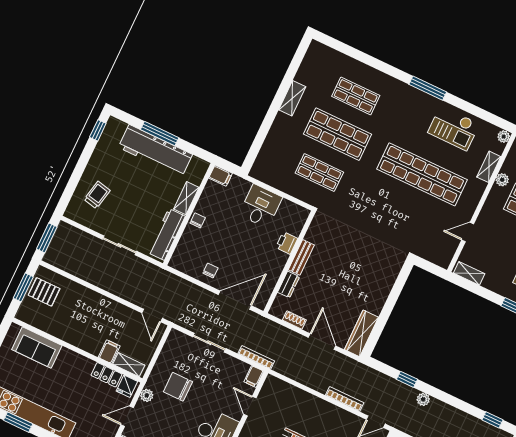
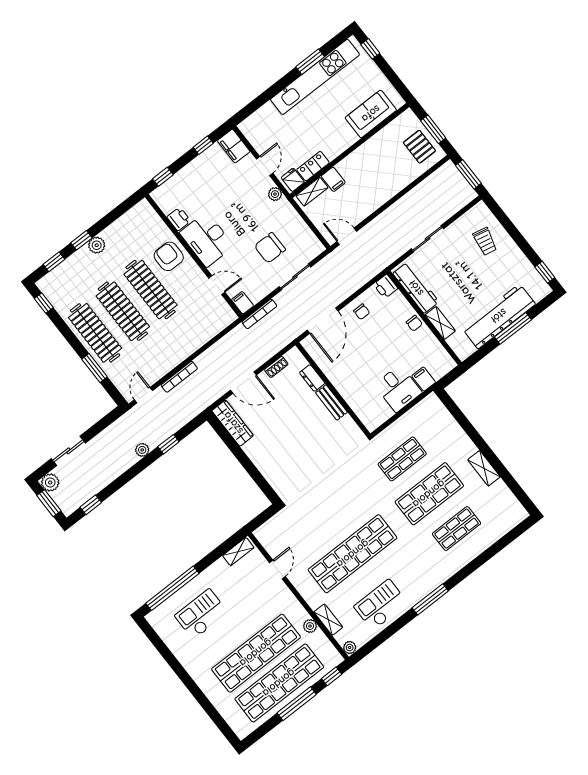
filing cabinet: (220, 176) -> (424, 379), moved, turned 90
printer: (287, 243) -> (386, 286), moved, turned 180
pallet: (44, 292) -> (419, 147), turned 90
chair: (178, 387) -> (270, 248), moved, turned 180

